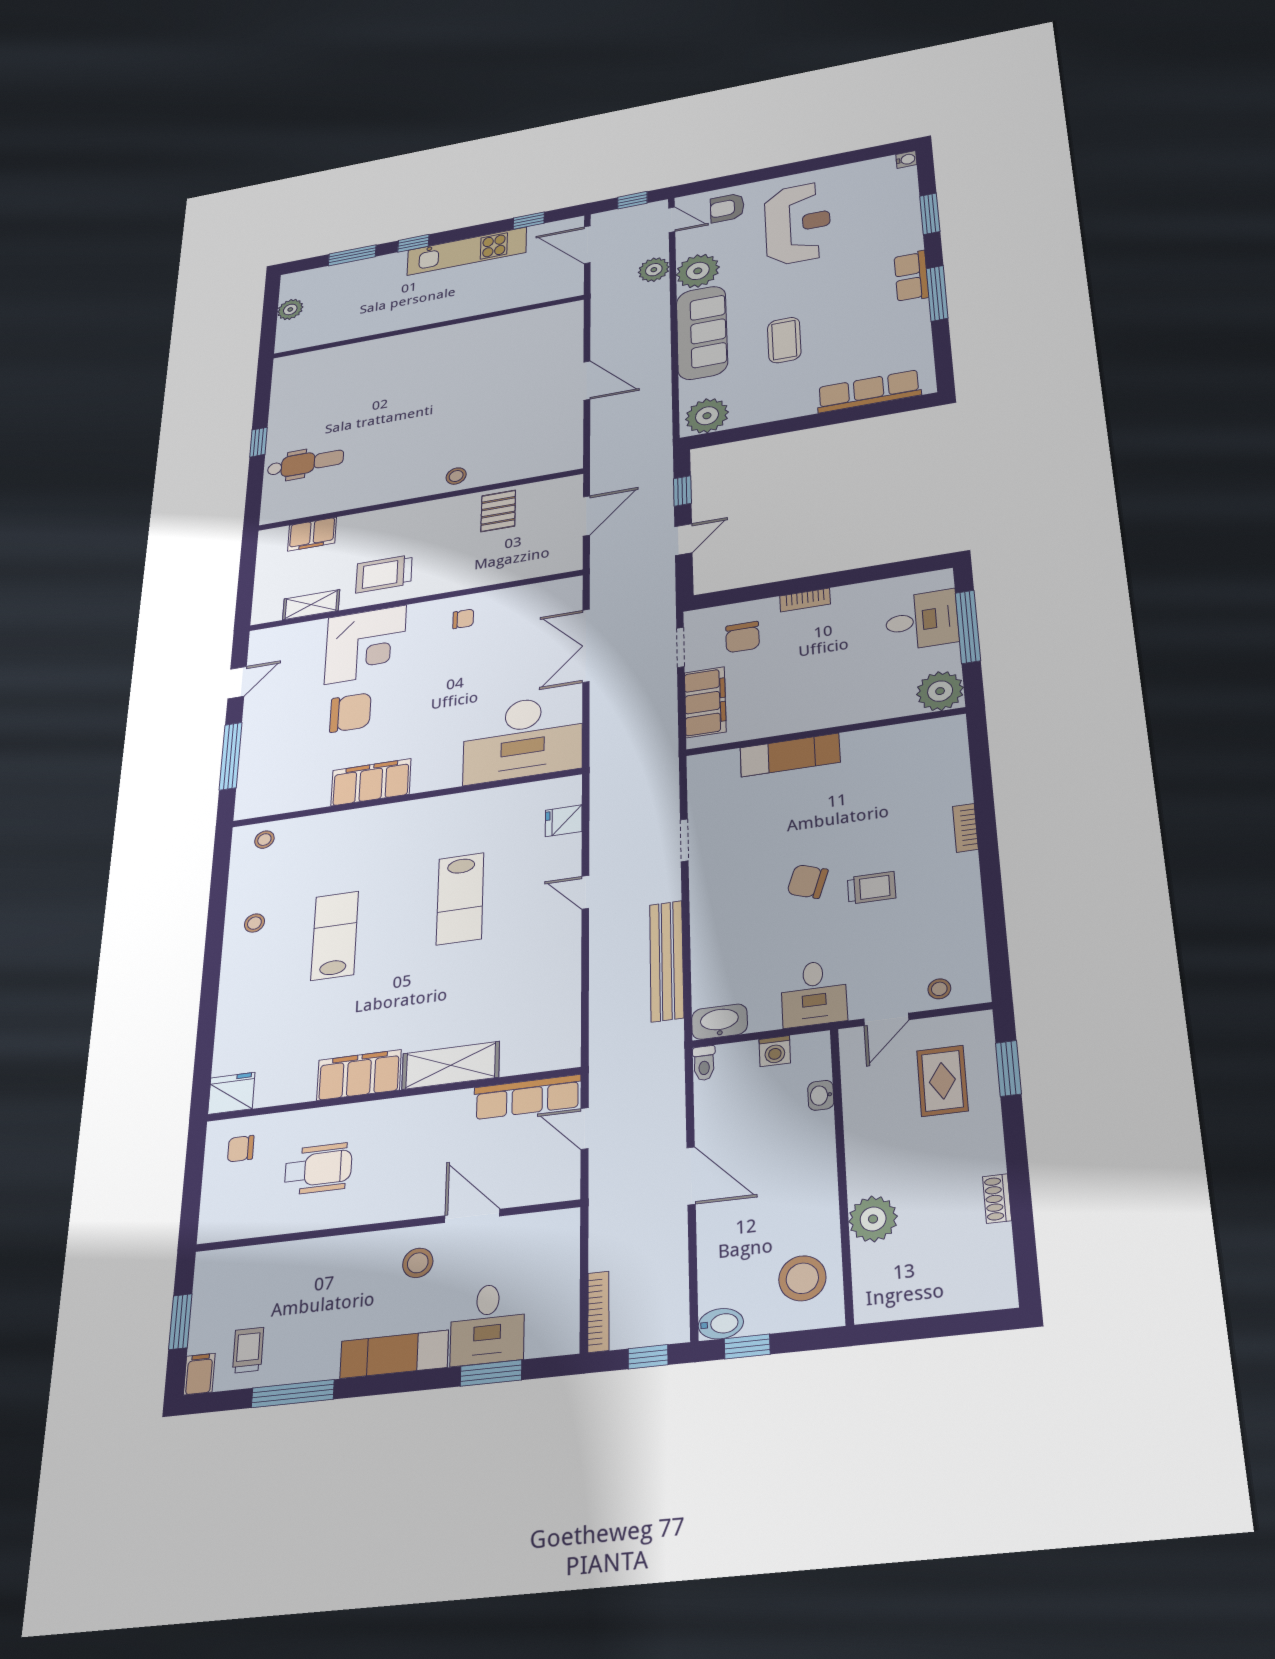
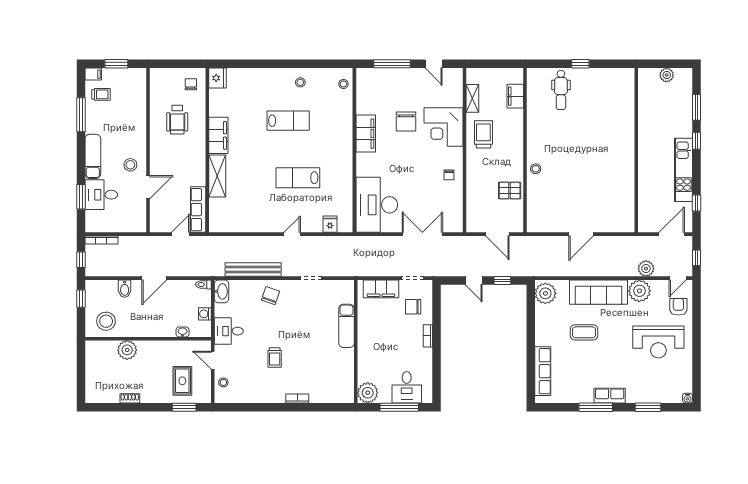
chair: (807, 881) -> (271, 296), moved
rug: (942, 1081) -> (182, 381), turned 90
bidet: (721, 1324) -> (125, 289), moved

